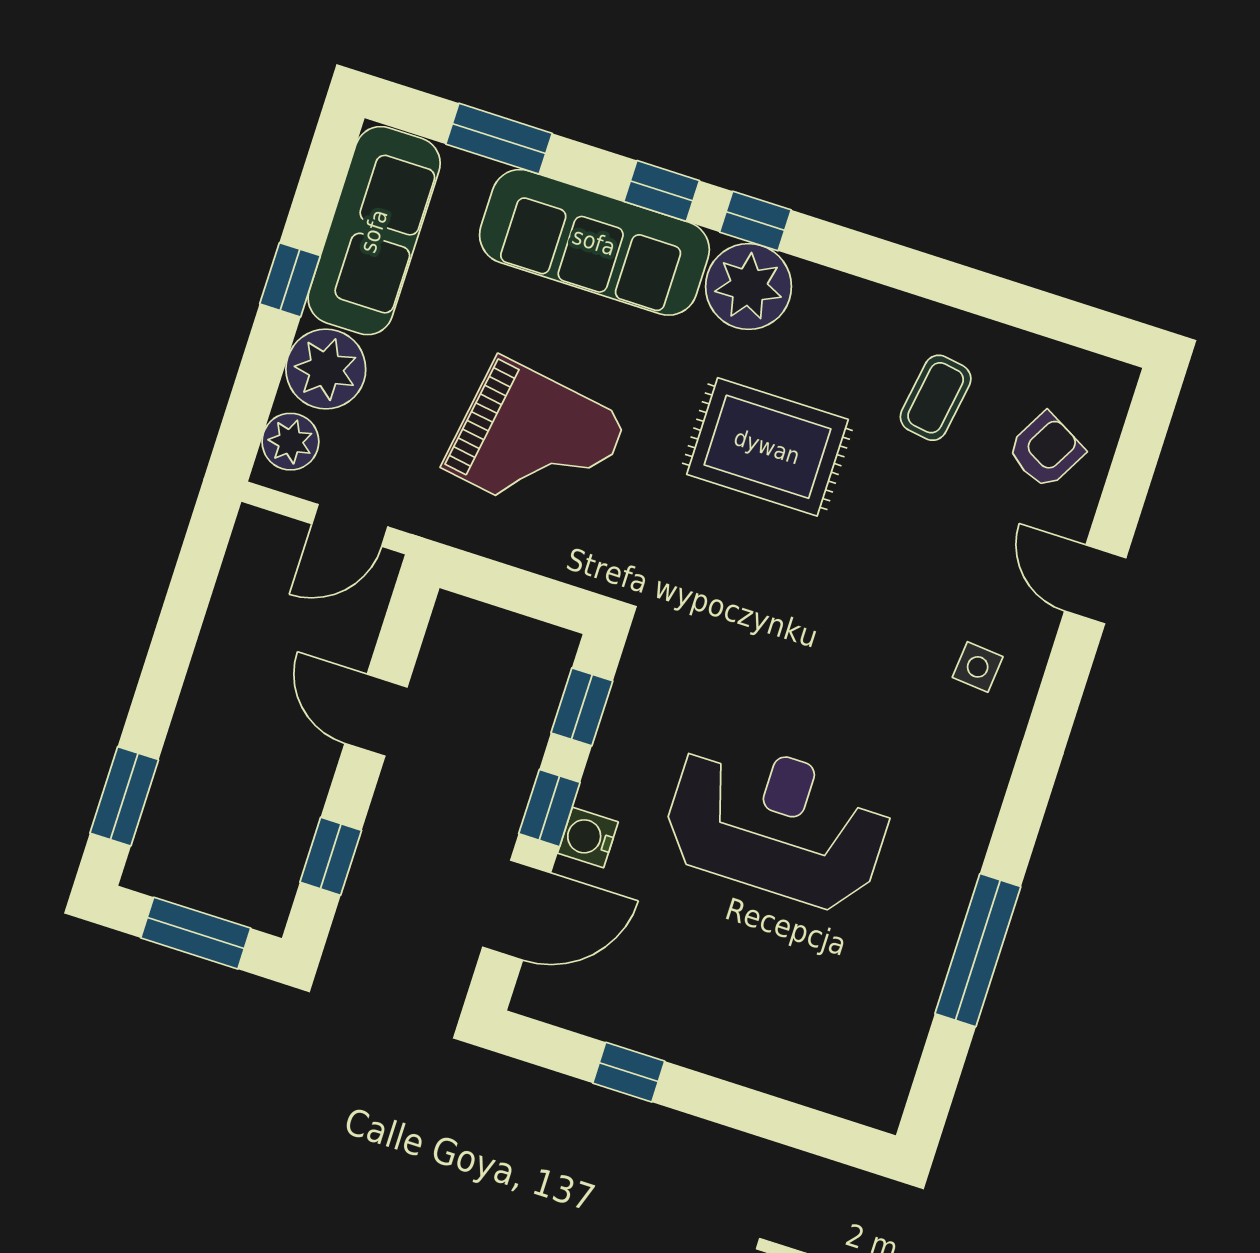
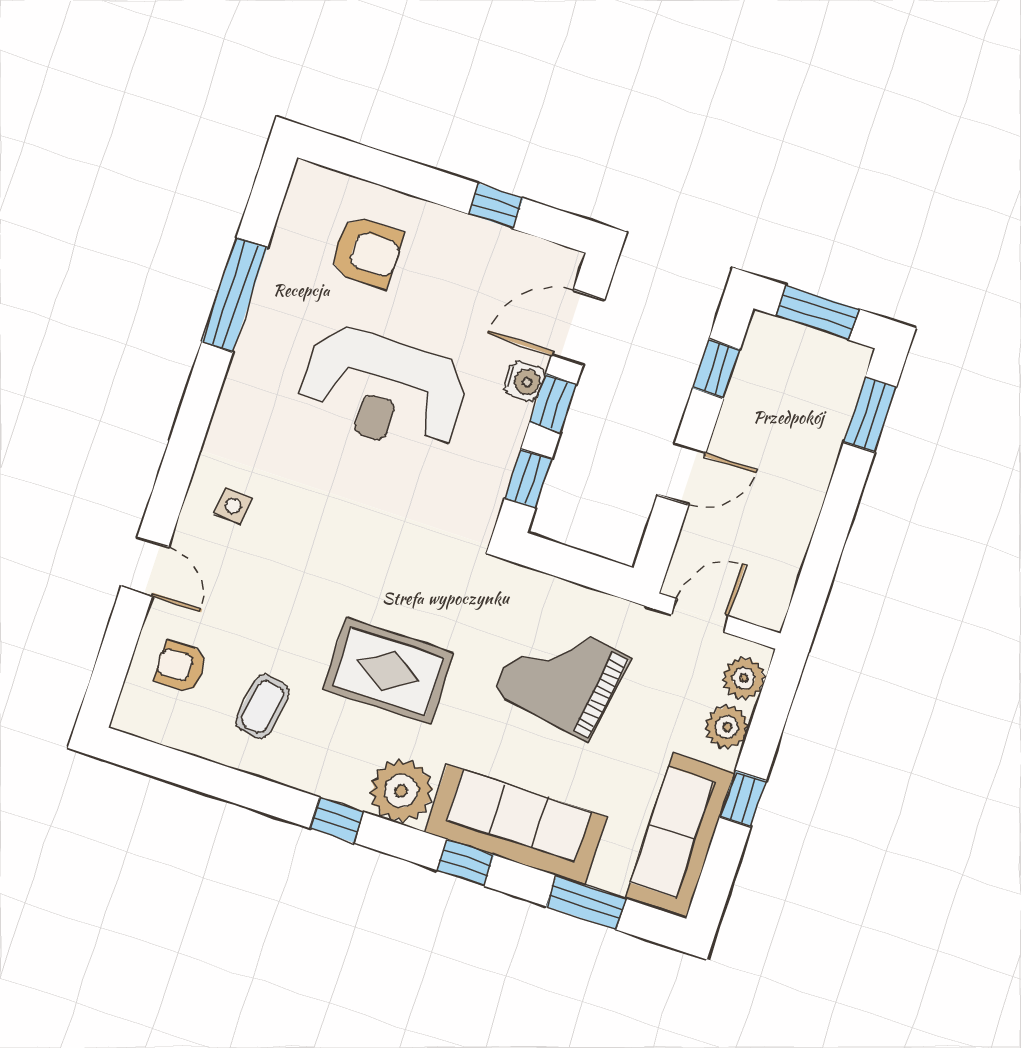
window: (755, 221) -> (337, 820), moved
plant: (326, 369) -> (727, 727), width x0.73, depth x0.73
armchair: (1046, 450) -> (181, 667), turned 61
door: (376, 715) -> (682, 474), hinge flipped
armchair: (802, 1009) -> (366, 252), added

